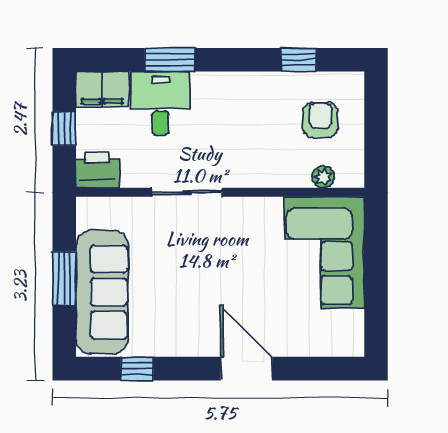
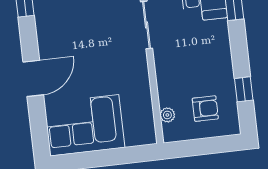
corner sofa: (324, 253) -> (84, 125), moved

